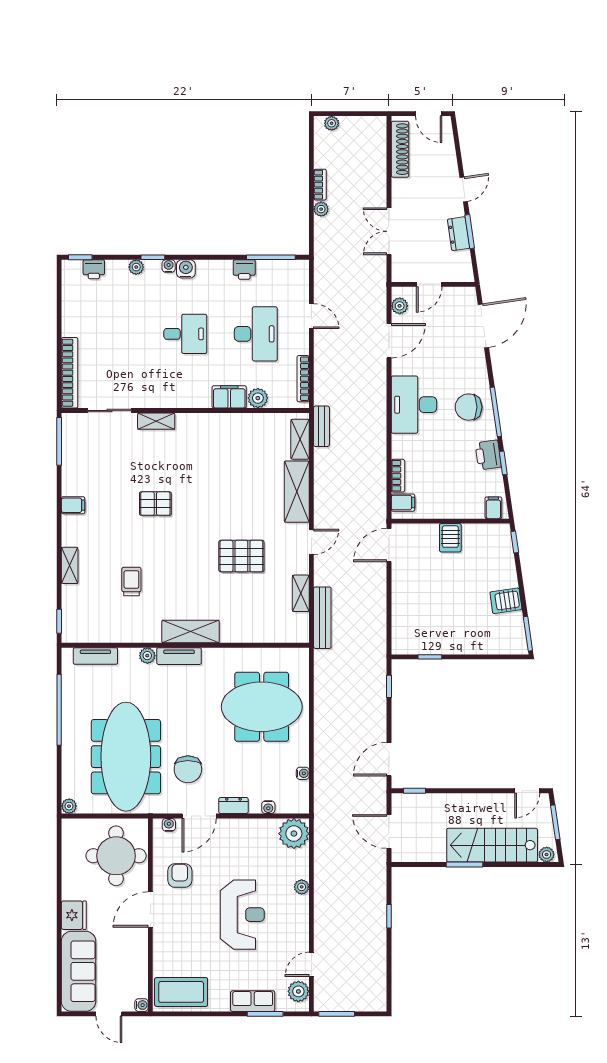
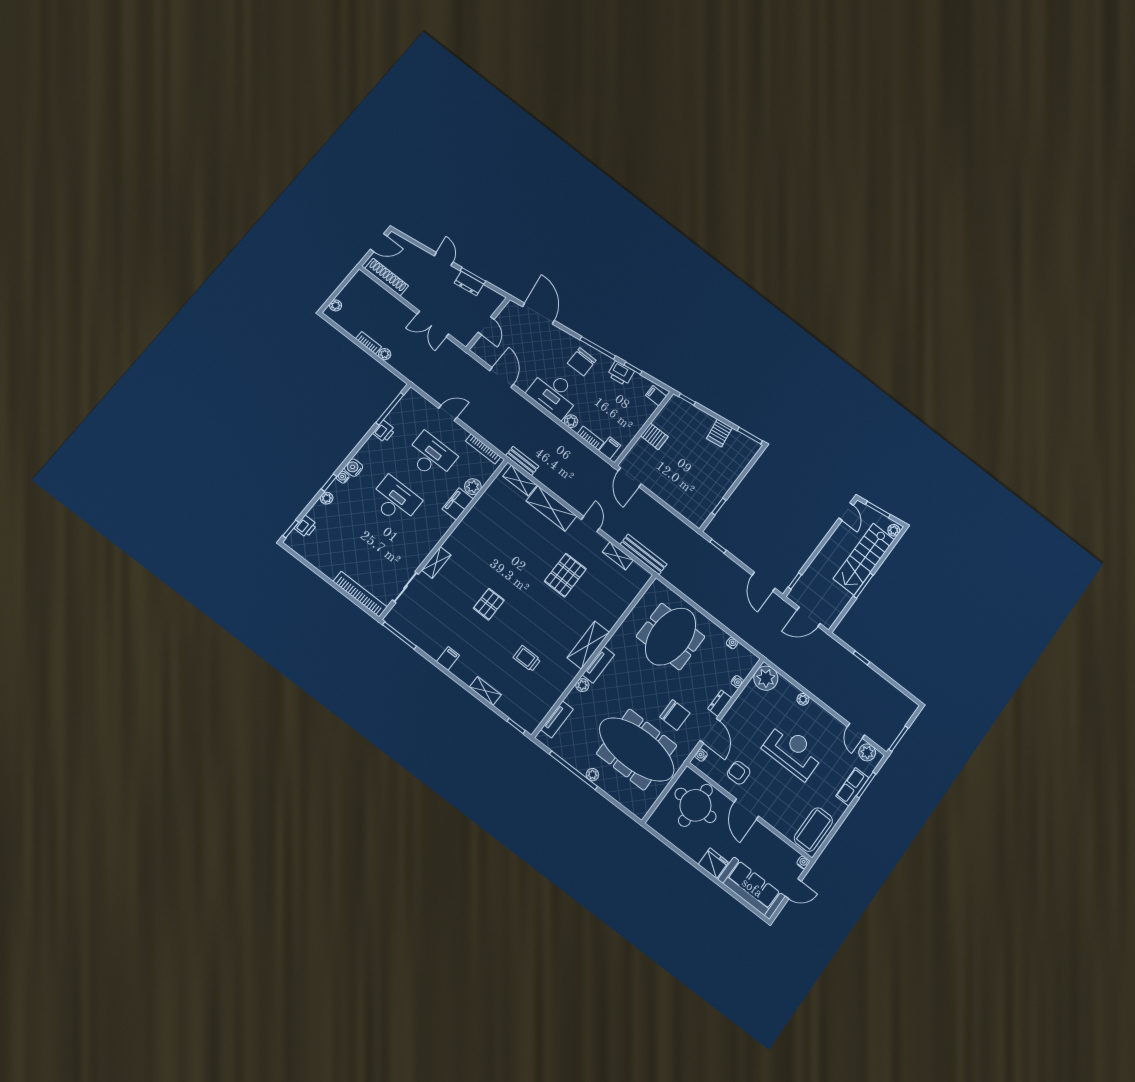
plant: (400, 306) -> (571, 421), moved
desk: (185, 334) -> (395, 500), width x1.37
plant: (69, 806) -> (592, 775), moved

